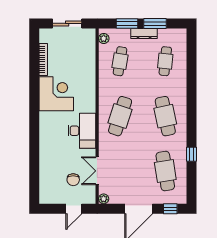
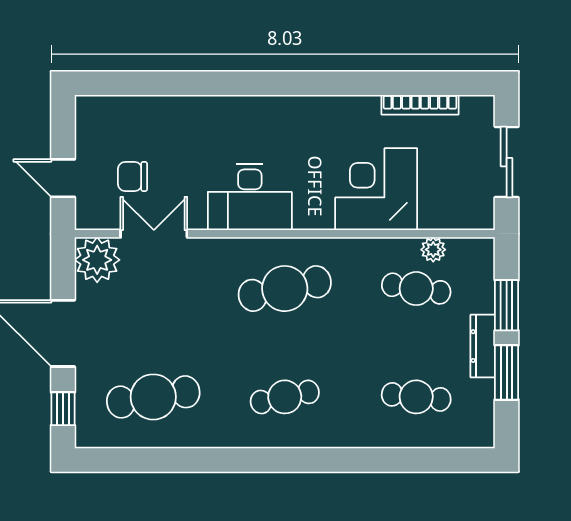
plant: (104, 39) -> (433, 250), moved
corner desk: (56, 94) -> (376, 189), moved, turned 180
cafe table: (120, 116) -> (285, 289), turned -30
cafe table: (165, 116) -> (285, 397), width x0.73, depth x0.74
window: (192, 154) -> (193, 460), removed
plant: (104, 199) -> (97, 260), width x1.88, depth x1.88

